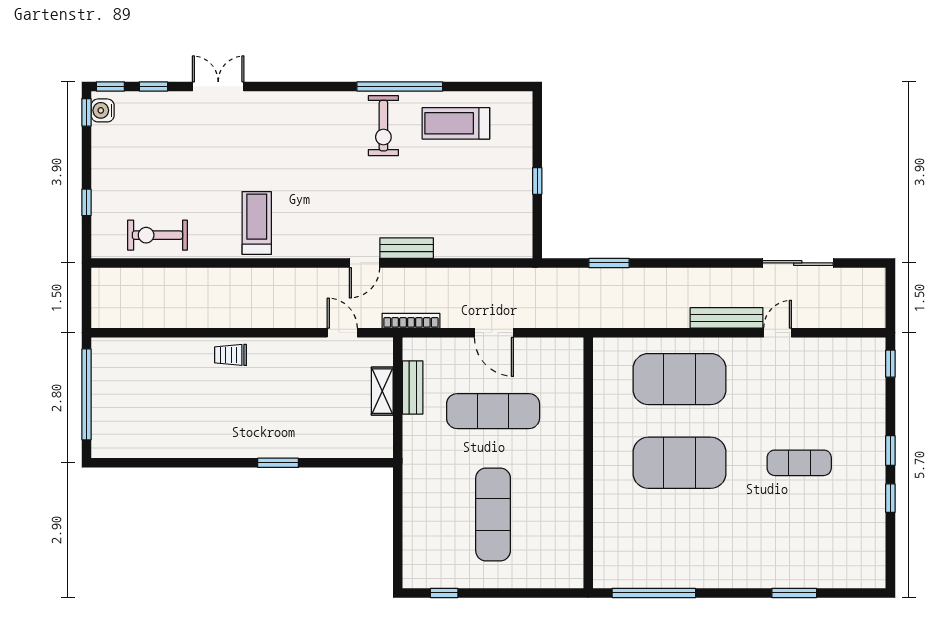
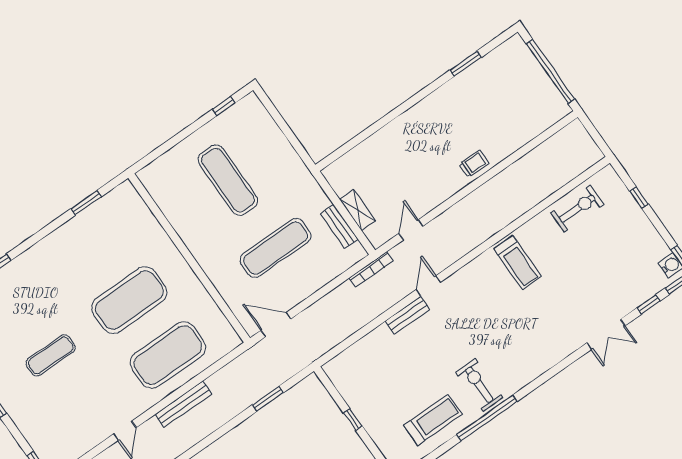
bench: (727, 318) -> (183, 404), moved
door: (342, 333) -> (411, 230), swing flipped
door: (494, 333) -> (276, 325), moved
window: (278, 463) -> (466, 64), moved
window: (654, 593) -> (86, 203), width x0.47

